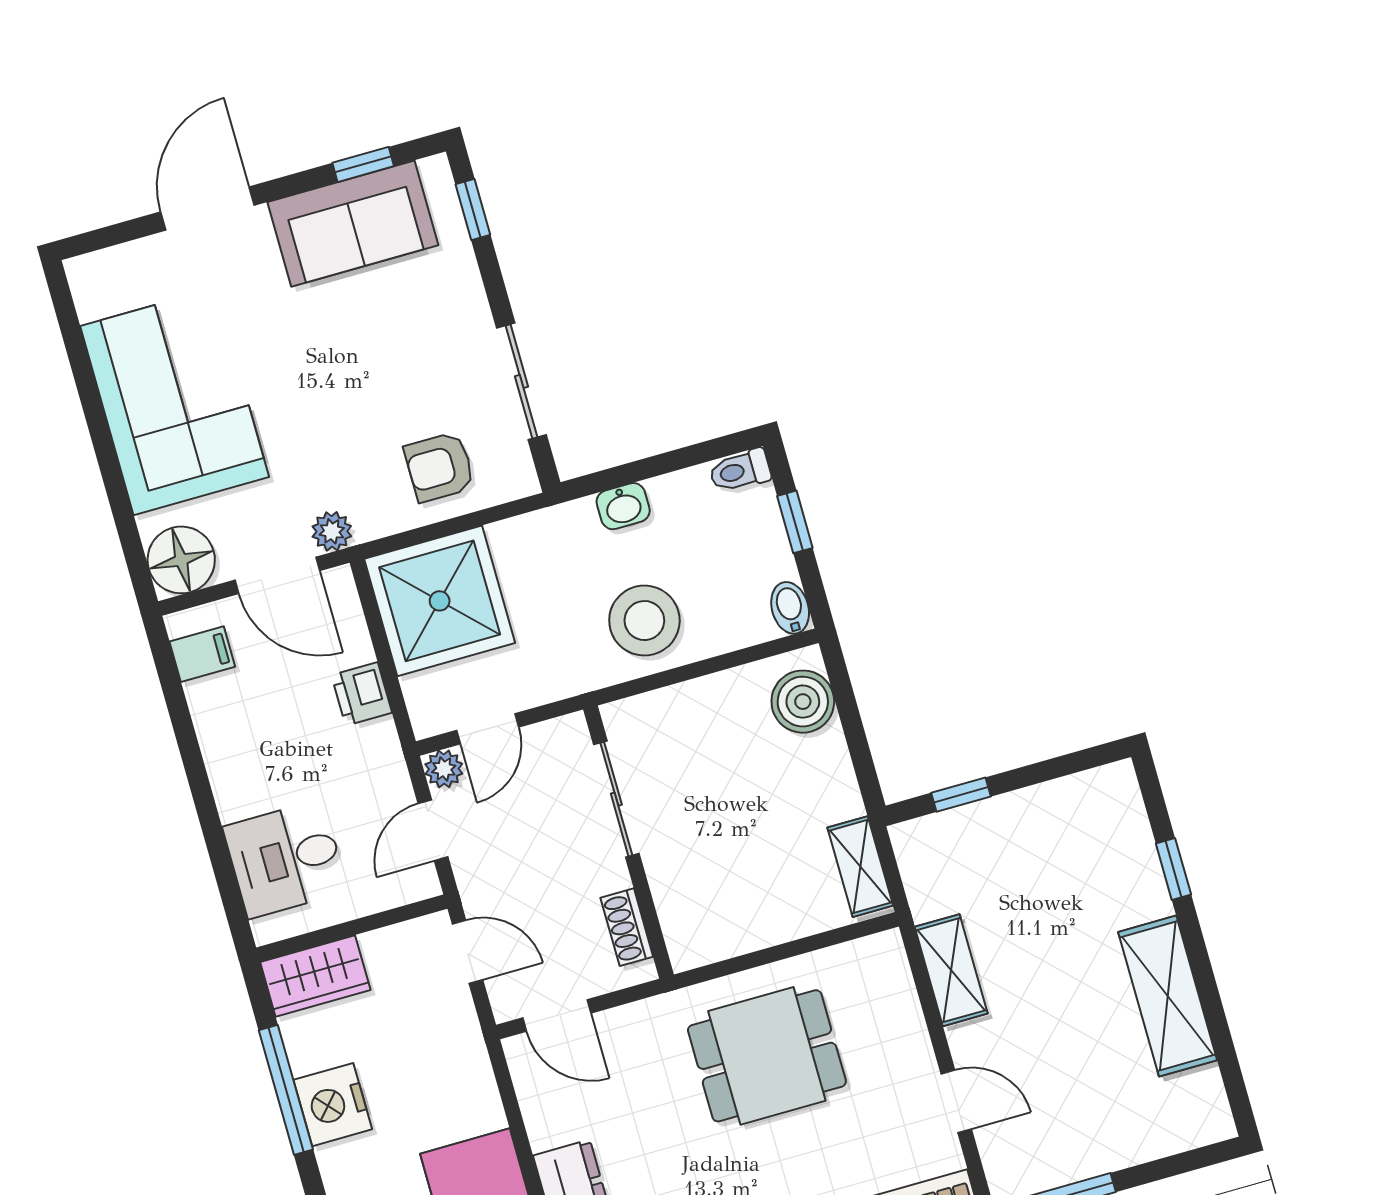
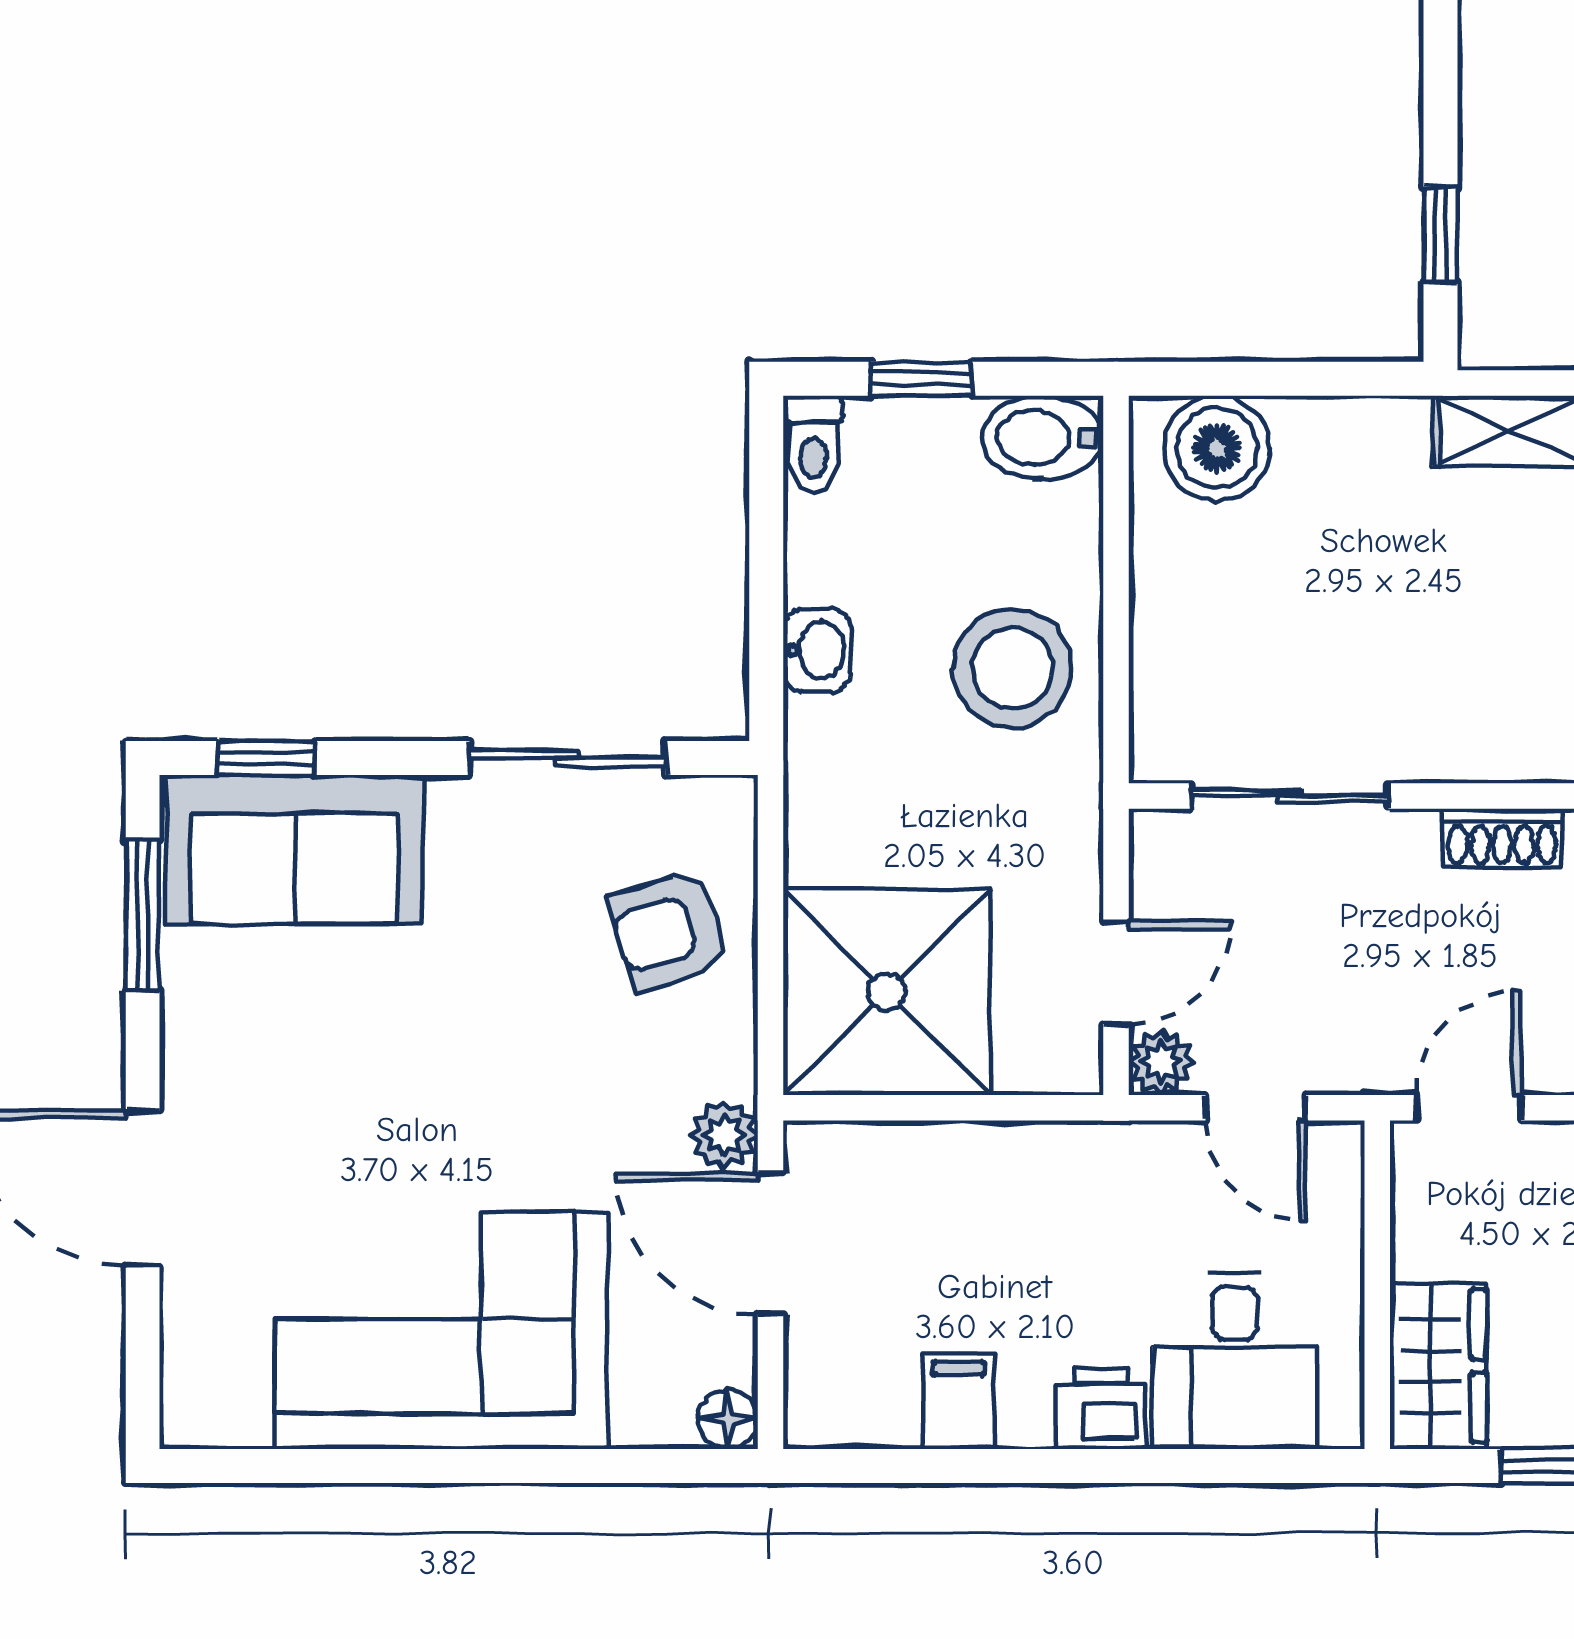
window: (363, 164) -> (143, 915), width x1.50
sofa: (353, 224) -> (294, 849), moved, turned 90
armchair: (440, 467) -> (669, 930), turned 73
floor lamp: (181, 560) -> (728, 1419), width x0.53, depth x0.53
door: (277, 575) -> (771, 1244), swing flipped
bidet: (790, 608) -> (1043, 438), width x1.38, depth x1.36
filing cabinet: (202, 654) -> (959, 1401), moved
printer: (362, 694) -> (1101, 1408), moved, turned 180
door: (488, 729) -> (1116, 973), hinge flipped

